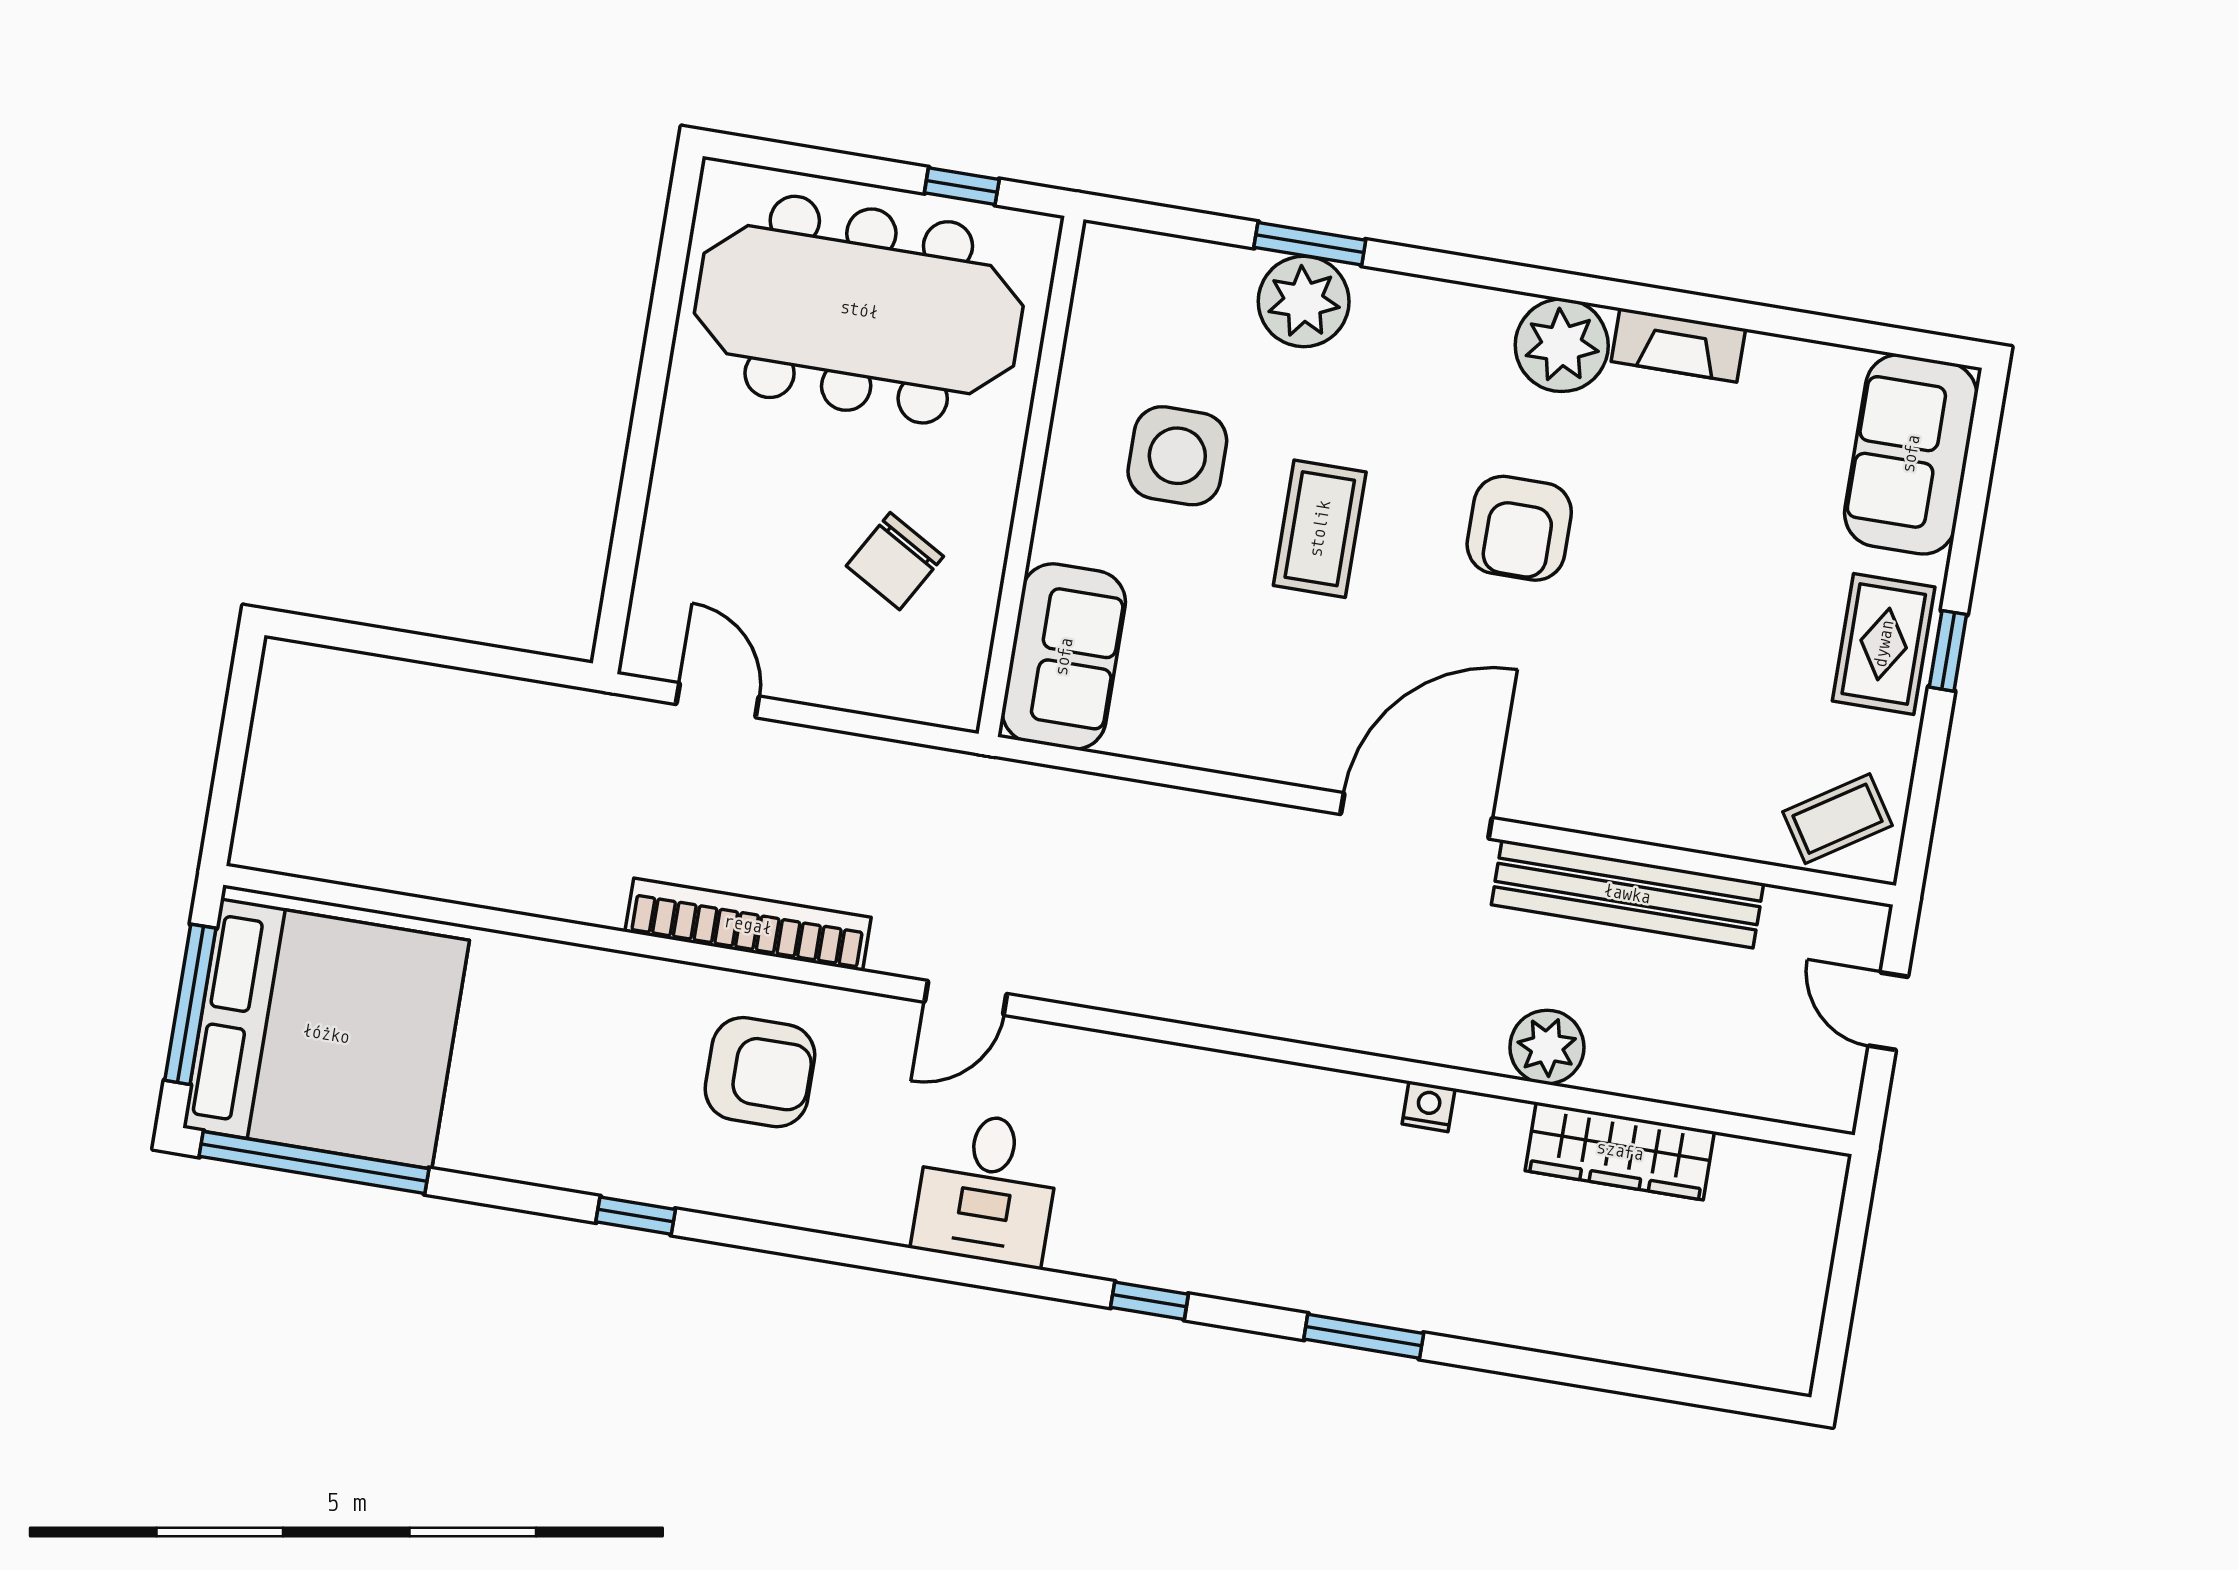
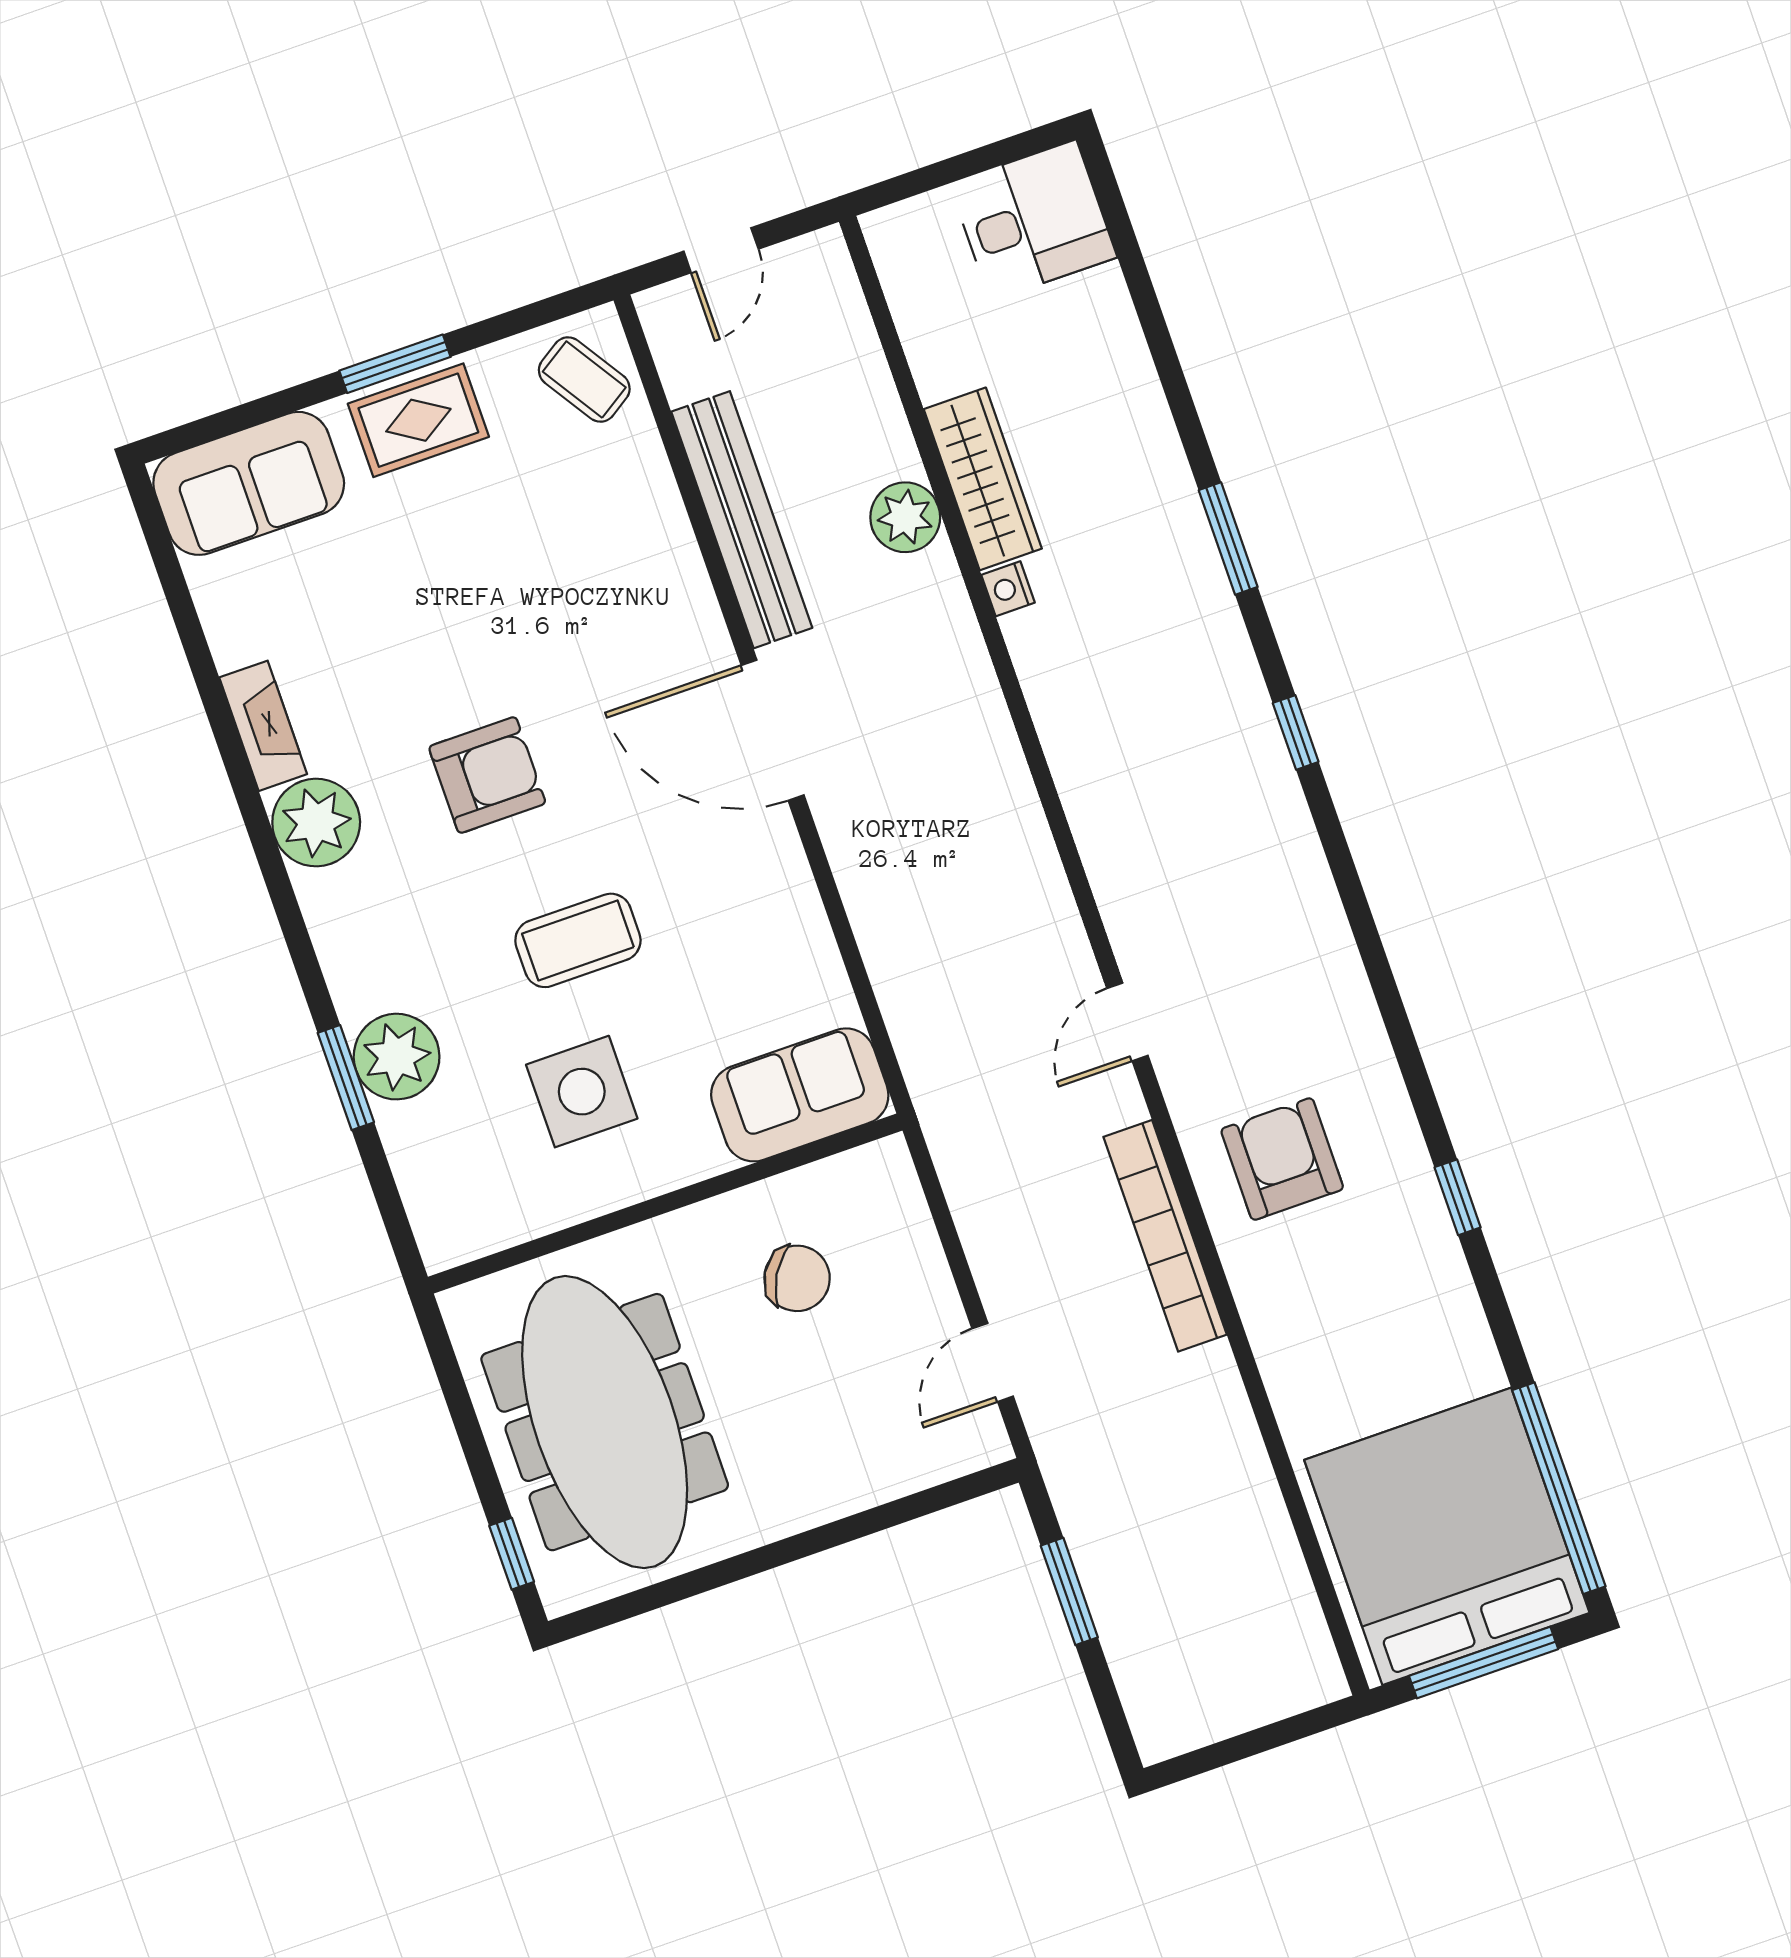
window: (962, 186) -> (512, 1554), moved
window: (1948, 651) -> (395, 364), width x1.50
window: (466, 655) -> (1069, 1591), added
door: (966, 998) -> (1127, 1022), swing flipped
wardrobe: (1620, 1151) -> (983, 479), moved
desk: (987, 1189) -> (1033, 220), moved

